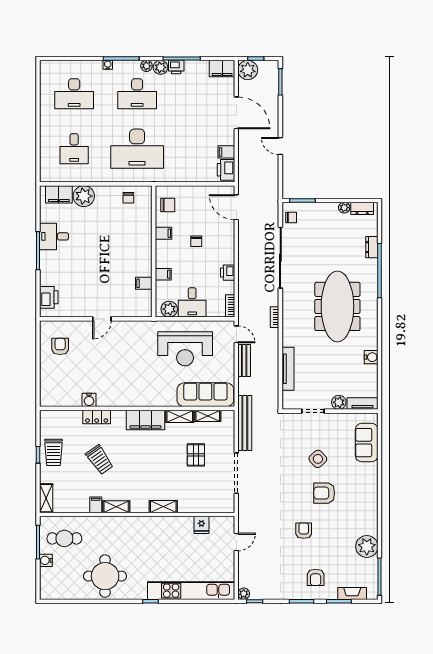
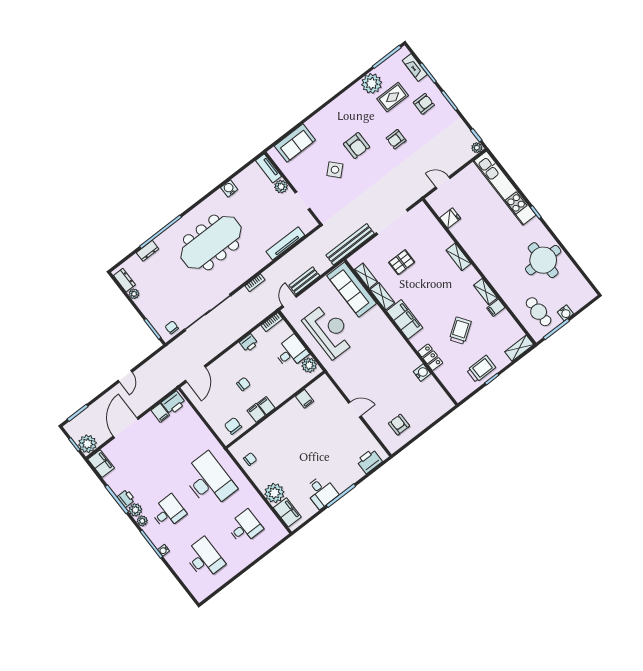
desk: (137, 94) -> (168, 512), width x0.73
filing cabinet: (163, 274) -> (266, 406), moved
armchair: (60, 346) -> (399, 425), turned 90
rug: (342, 555) -> (393, 97), added

